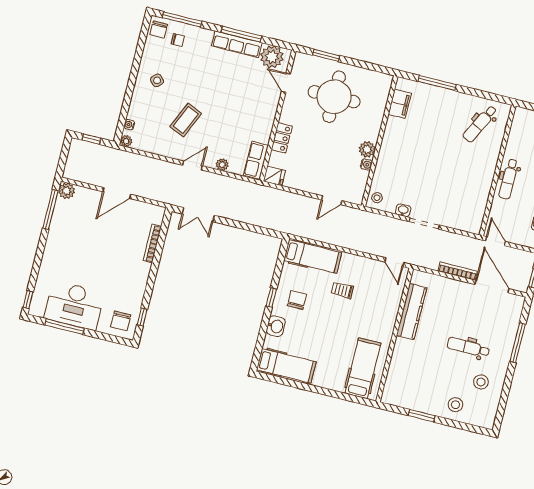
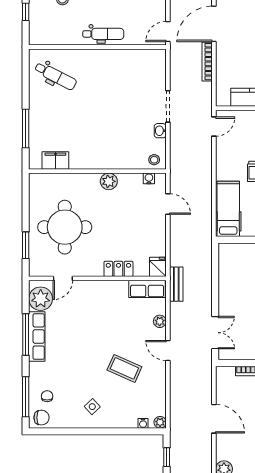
water cooler: (366, 164) -> (149, 178), moved
bench: (253, 189) -> (176, 284), added

